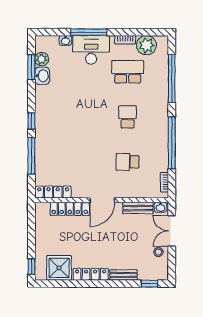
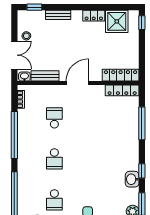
school desk: (128, 72) -> (54, 200), width x0.54
washbasin: (42, 76) -> (132, 179), moved
window: (31, 121) -> (142, 171), moved
school desk: (128, 162) -> (54, 118), turned -90
locker: (70, 209) -> (121, 75), moved
locker: (91, 274) -> (94, 16), width x0.66

